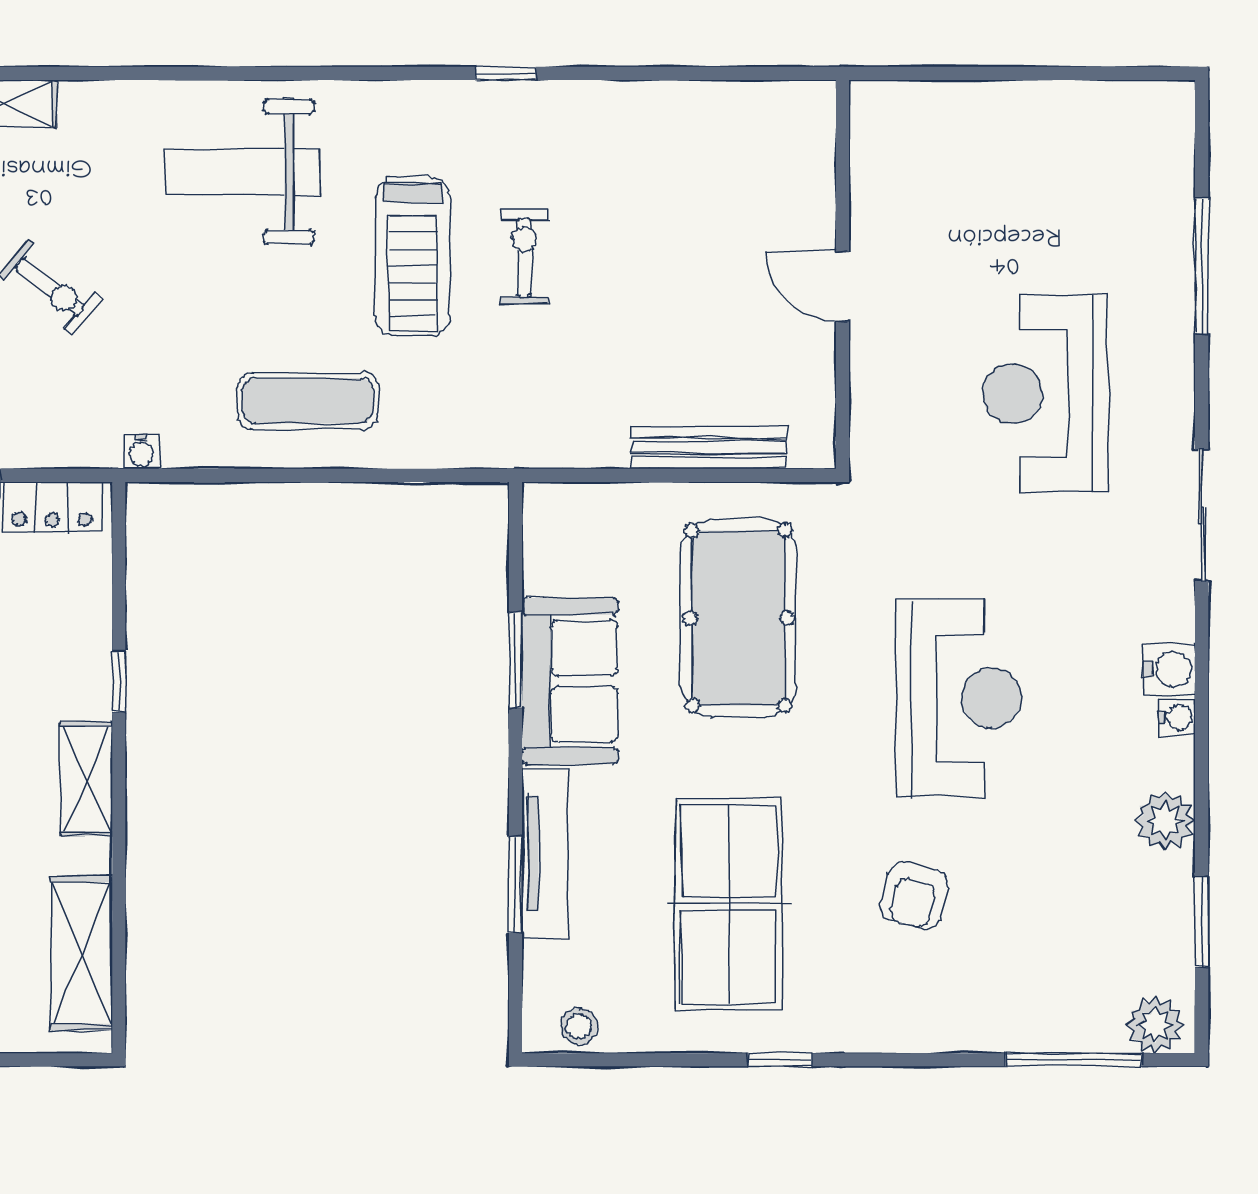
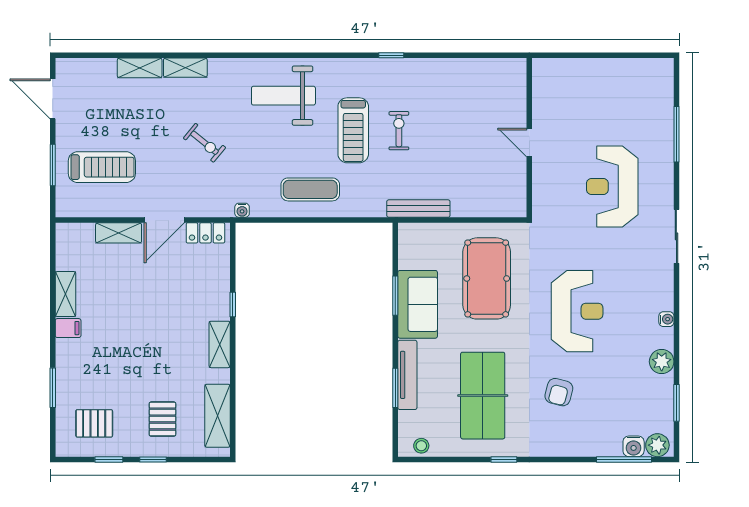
bench: (709, 447) -> (418, 209), moved
water cooler: (1170, 669) -> (634, 446), moved, turned 90

